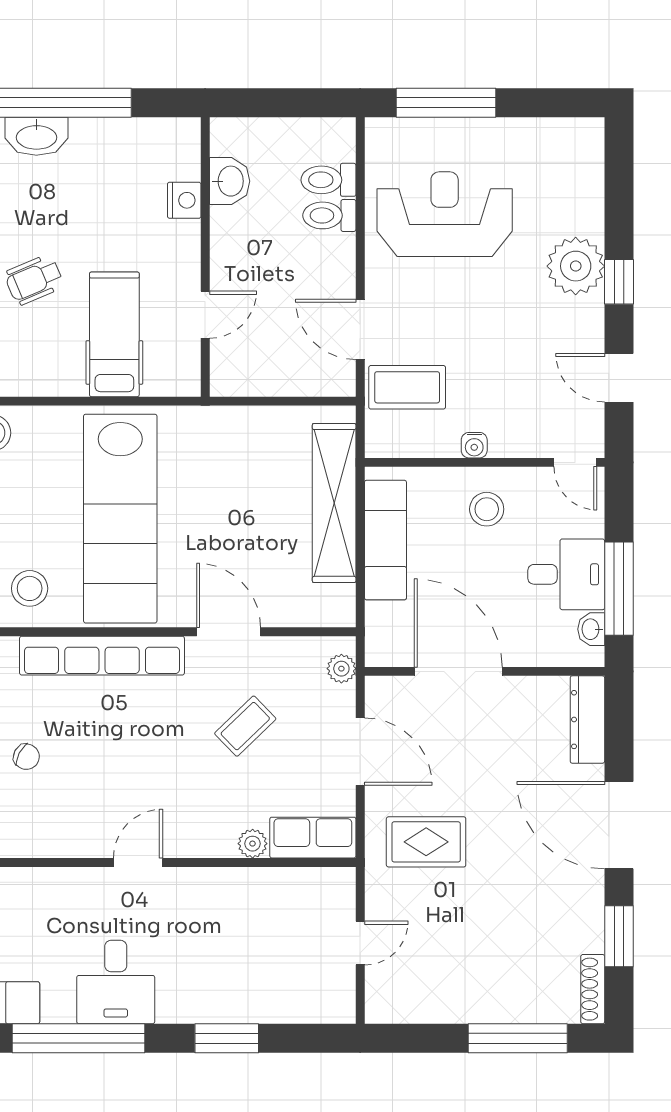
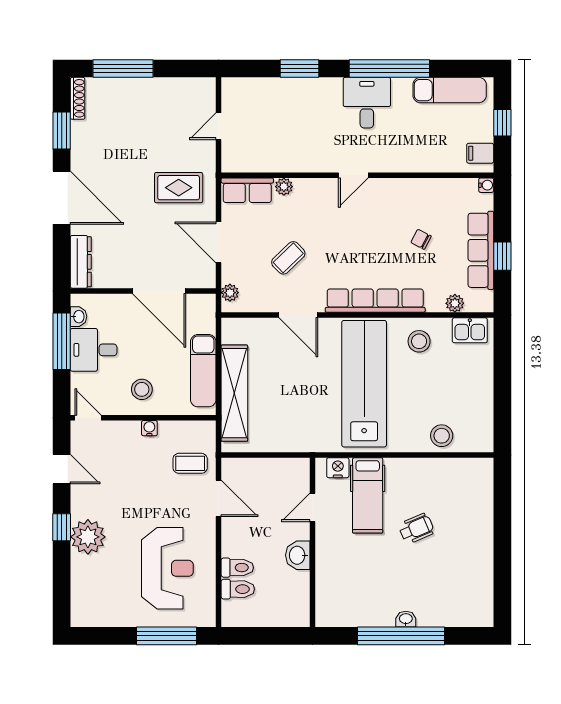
washbasin: (36, 136) -> (406, 619), width x0.52, depth x0.69
washbasin: (230, 181) -> (298, 555), moved
nightstand: (184, 200) -> (338, 468), moved, turned 90
reception desk: (445, 214) -> (167, 568), turned -90
coffee table: (407, 387) -> (190, 463), width x0.73, depth x0.77

